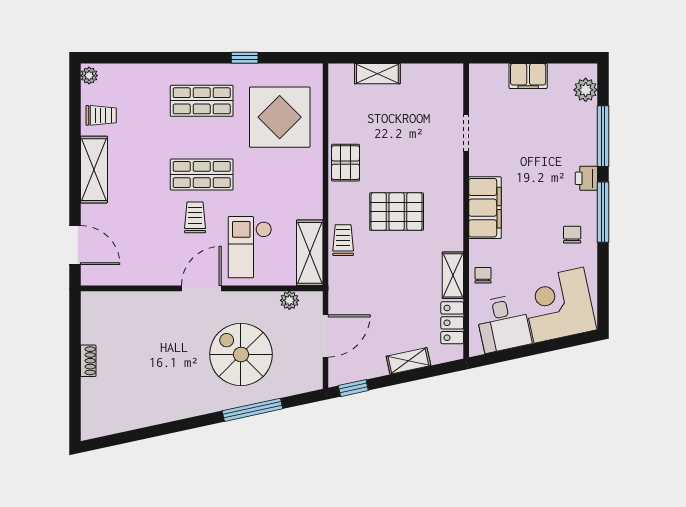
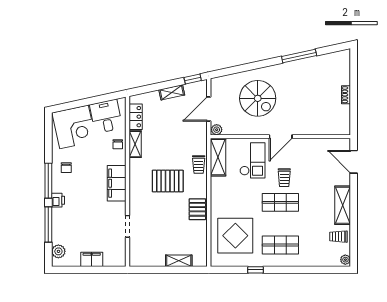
plant: (289, 300) -> (217, 130), moved
shelving: (408, 361) -> (172, 92), moved
window: (252, 410) -> (299, 56), moved

